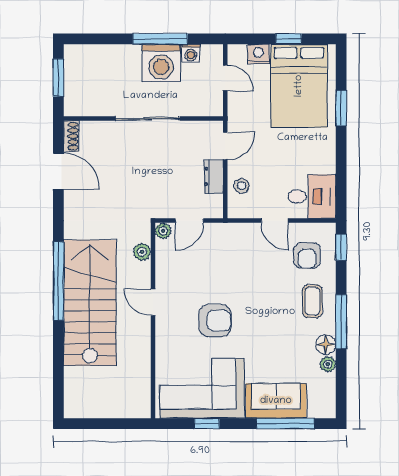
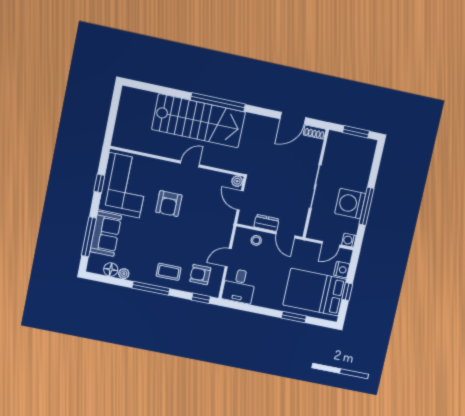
washing machine: (191, 53) -> (349, 240), moved
plant: (142, 252) -> (226, 164), removed
floor lamp: (326, 345) -> (111, 270), moved

